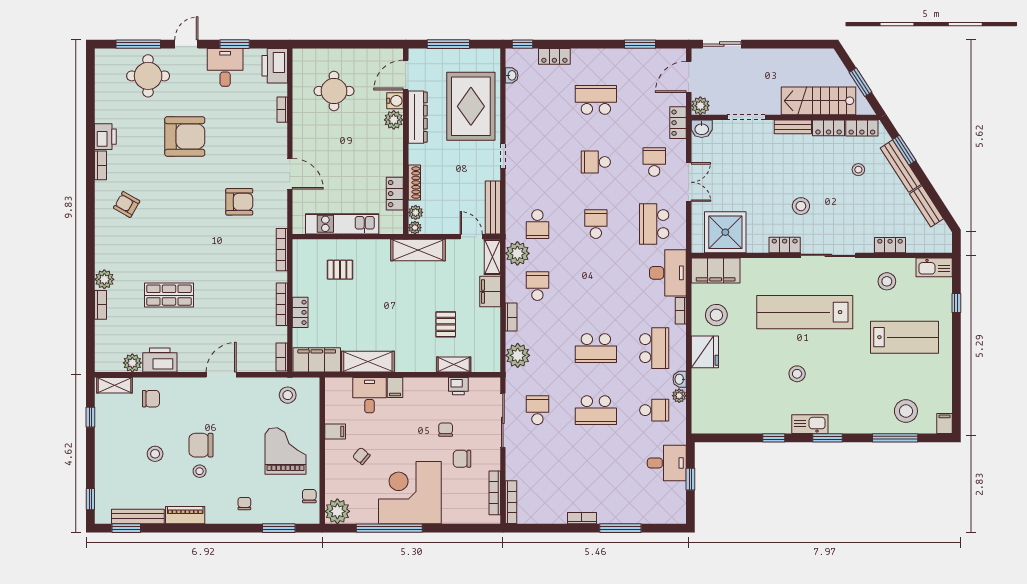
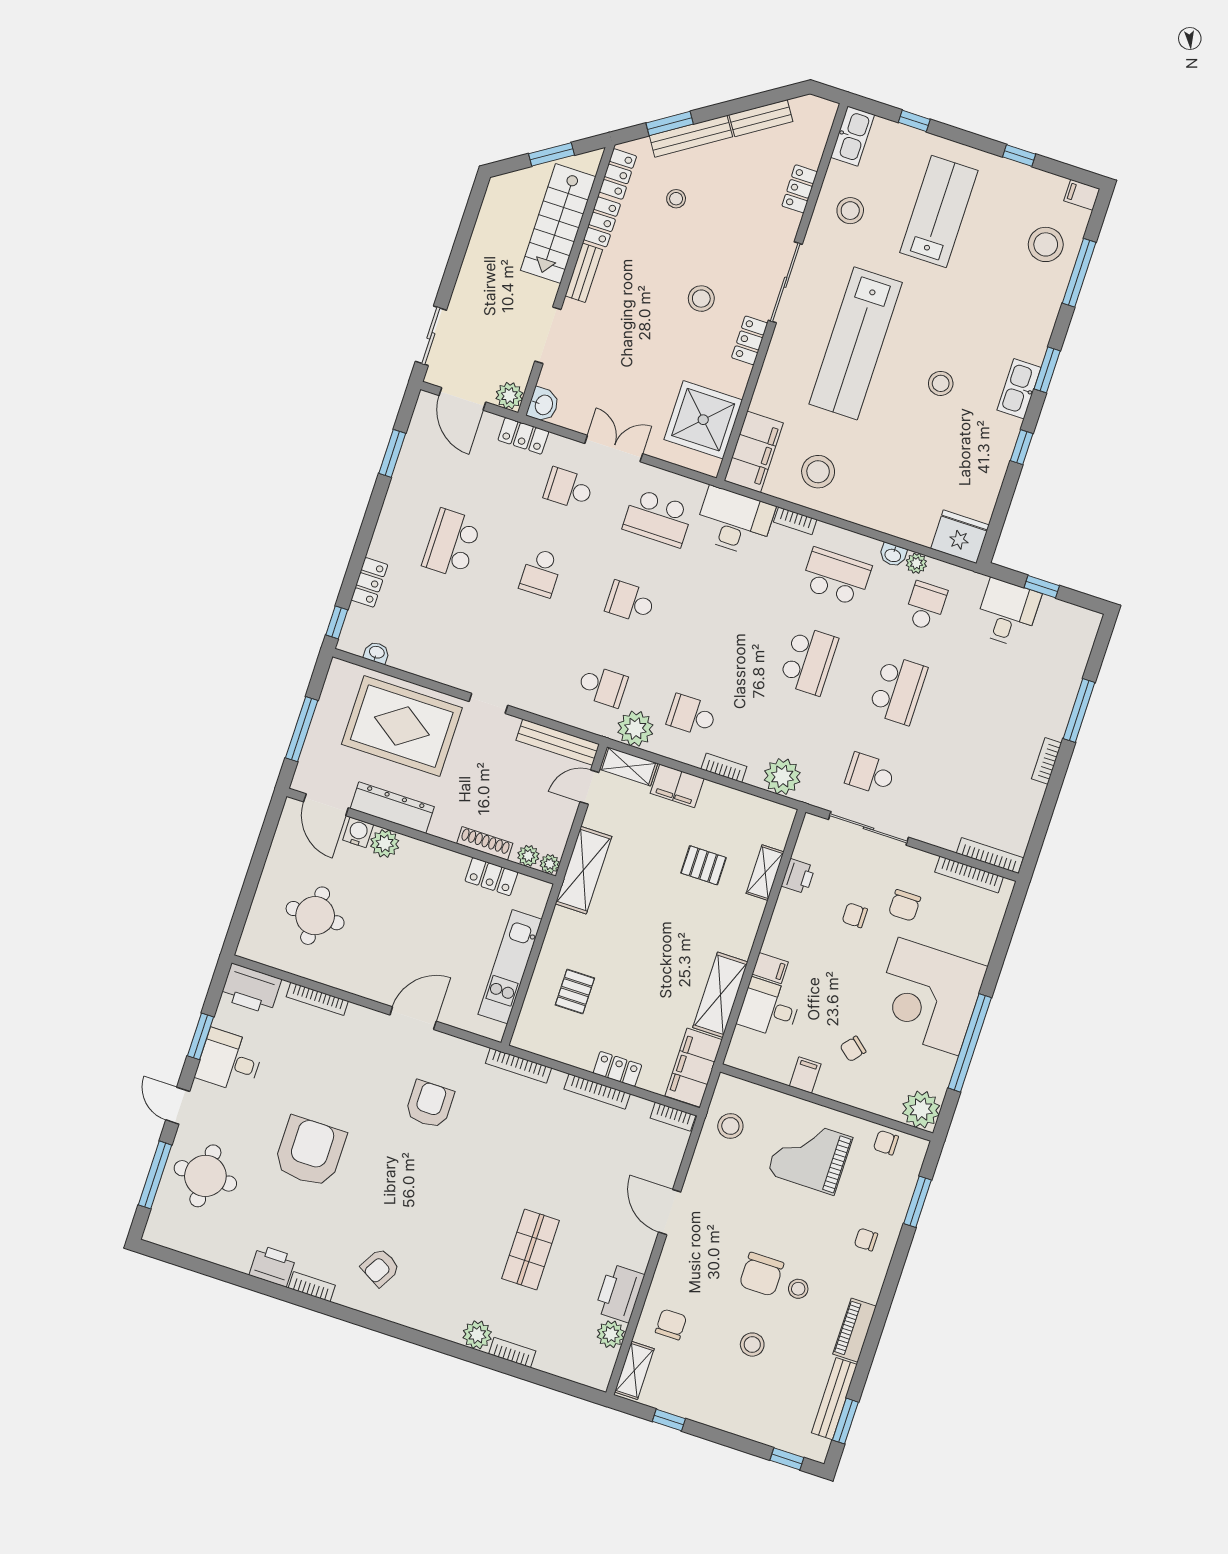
bookcase: (282, 110) -> (317, 999), width x1.56
fridge: (705, 352) -> (960, 537), moved
window: (956, 376) -> (1019, 155), added

